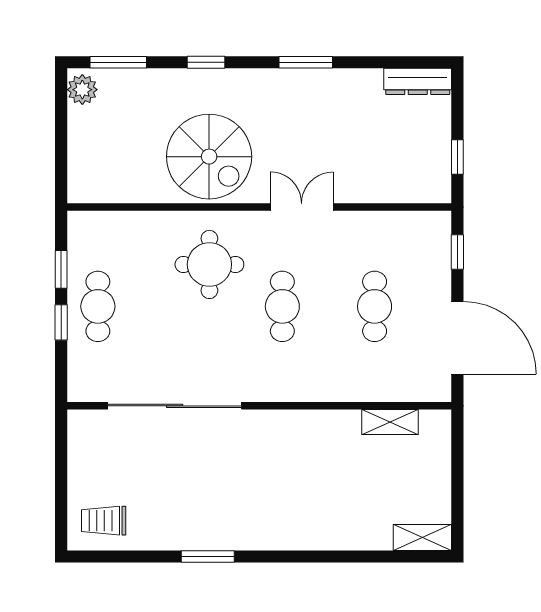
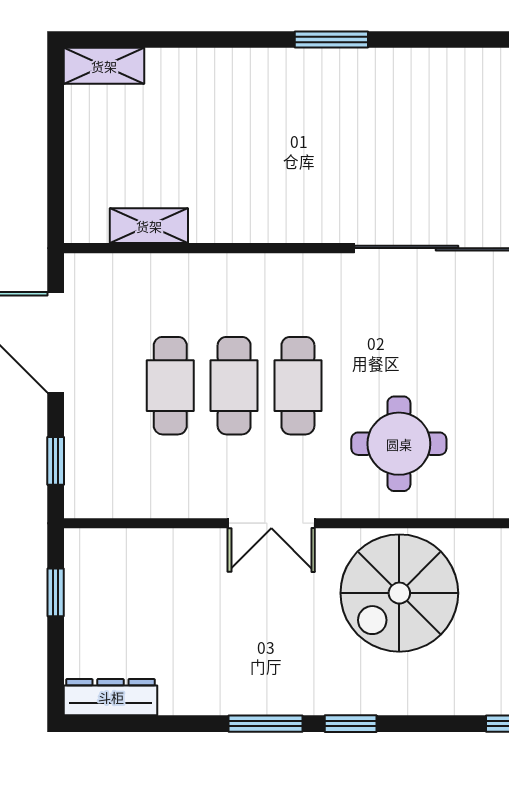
window: (206, 62) -> (351, 724), moved
spiral stairs: (209, 157) -> (399, 593), turned -90
cafe table: (328, 306) -> (234, 386), added
window: (208, 556) -> (331, 40), moved

